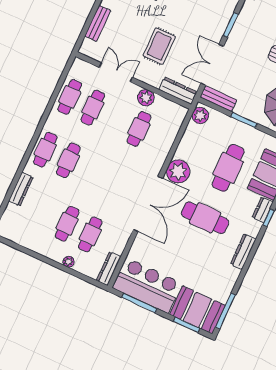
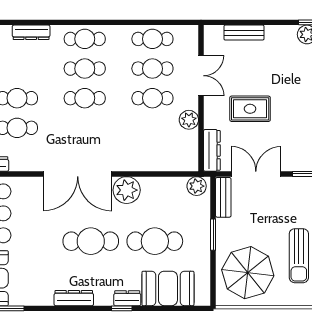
cafe table: (139, 129) -> (152, 98), moved
cafe table: (92, 171) -> (85, 98), added
cafe table: (205, 218) -> (91, 241), turned 90

